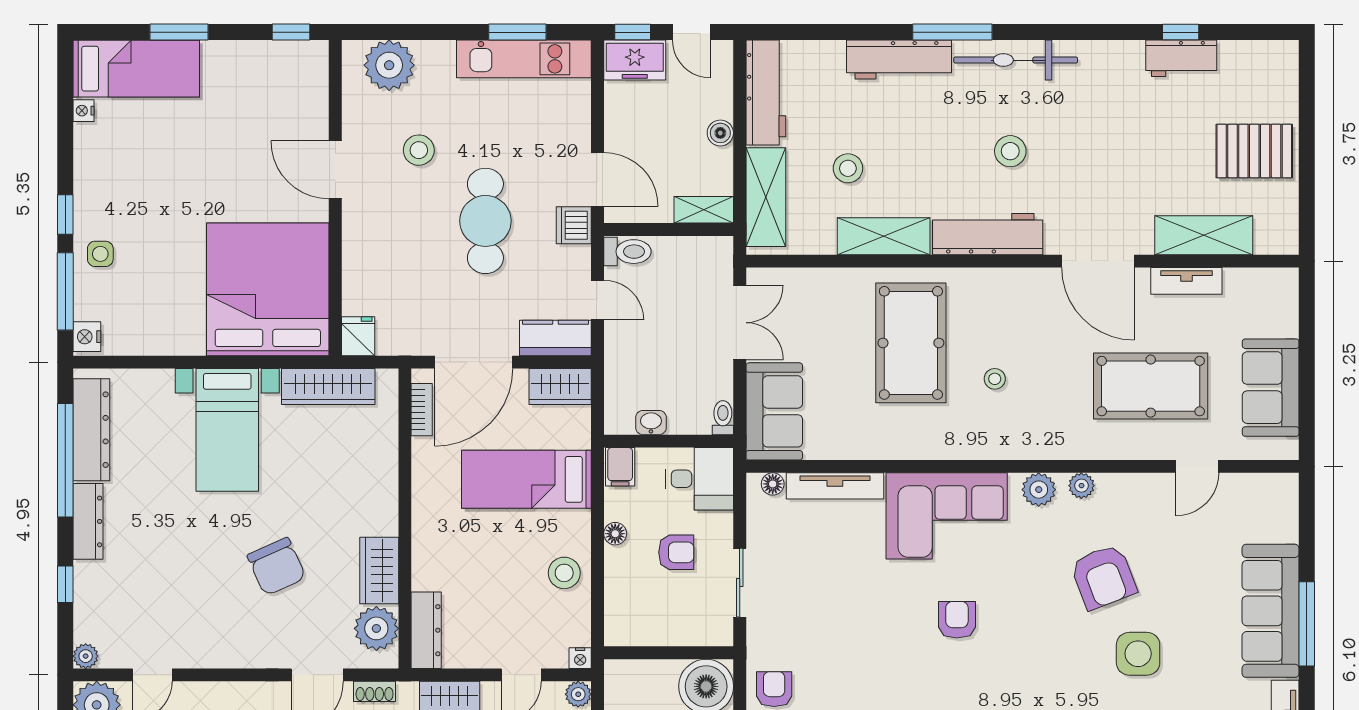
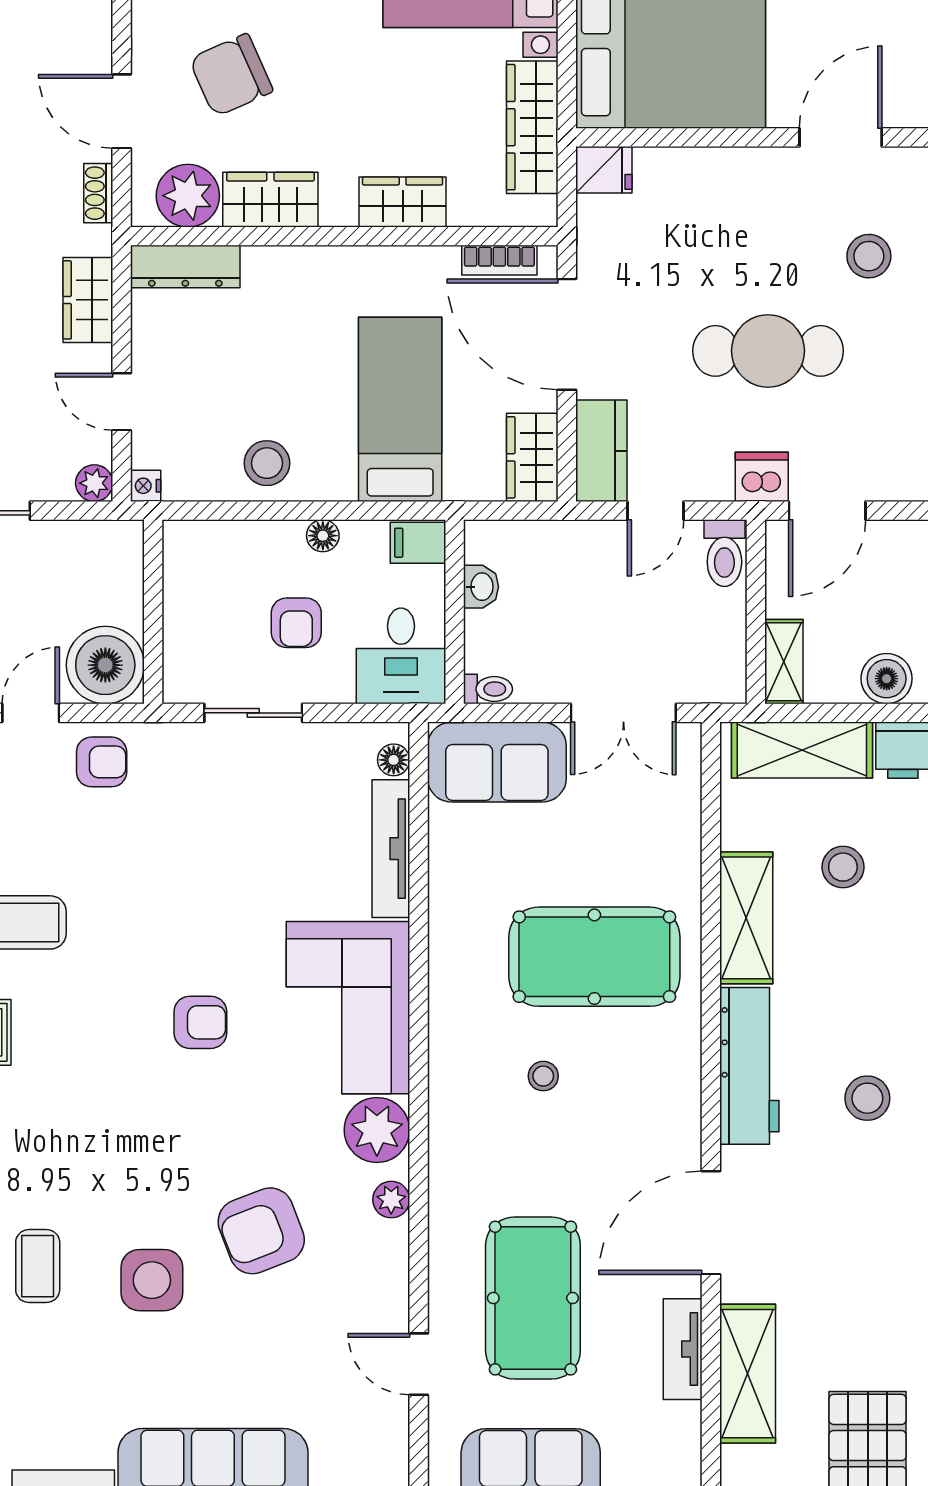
boiler: (720, 133) -> (887, 679), width x1.36, depth x1.36
wardrobe: (381, 478) -> (403, 202), added
plant: (1039, 490) -> (377, 1130), width x1.36, depth x1.36
chair: (276, 566) -> (231, 75), moved

